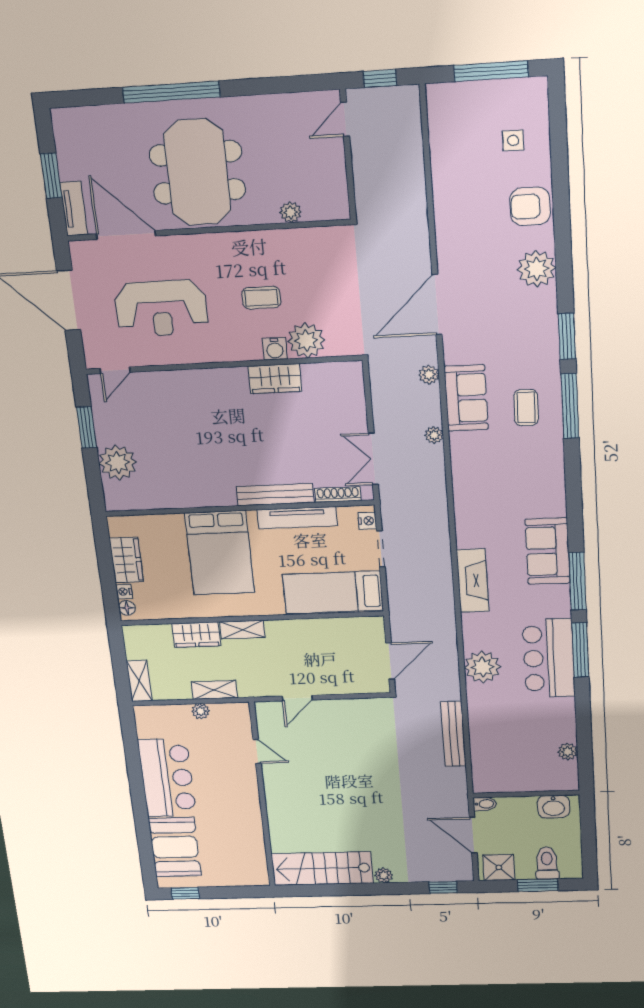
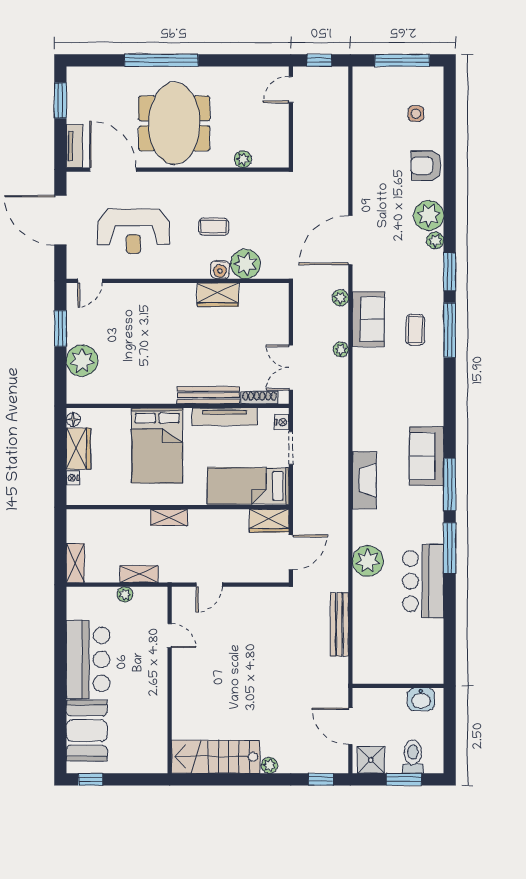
window: (51, 176) -> (60, 100), moved
floor lamp: (127, 608) -> (73, 419), moved
wardrobe: (196, 635) -> (269, 521), moved
bar counter: (549, 658) -> (423, 581), moved
plant: (568, 752) -> (435, 241), moved
bidet: (485, 804) -> (362, 695), removed

